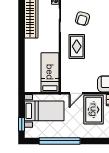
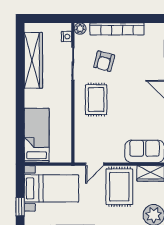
bed: (50, 72) -> (37, 135), moved

